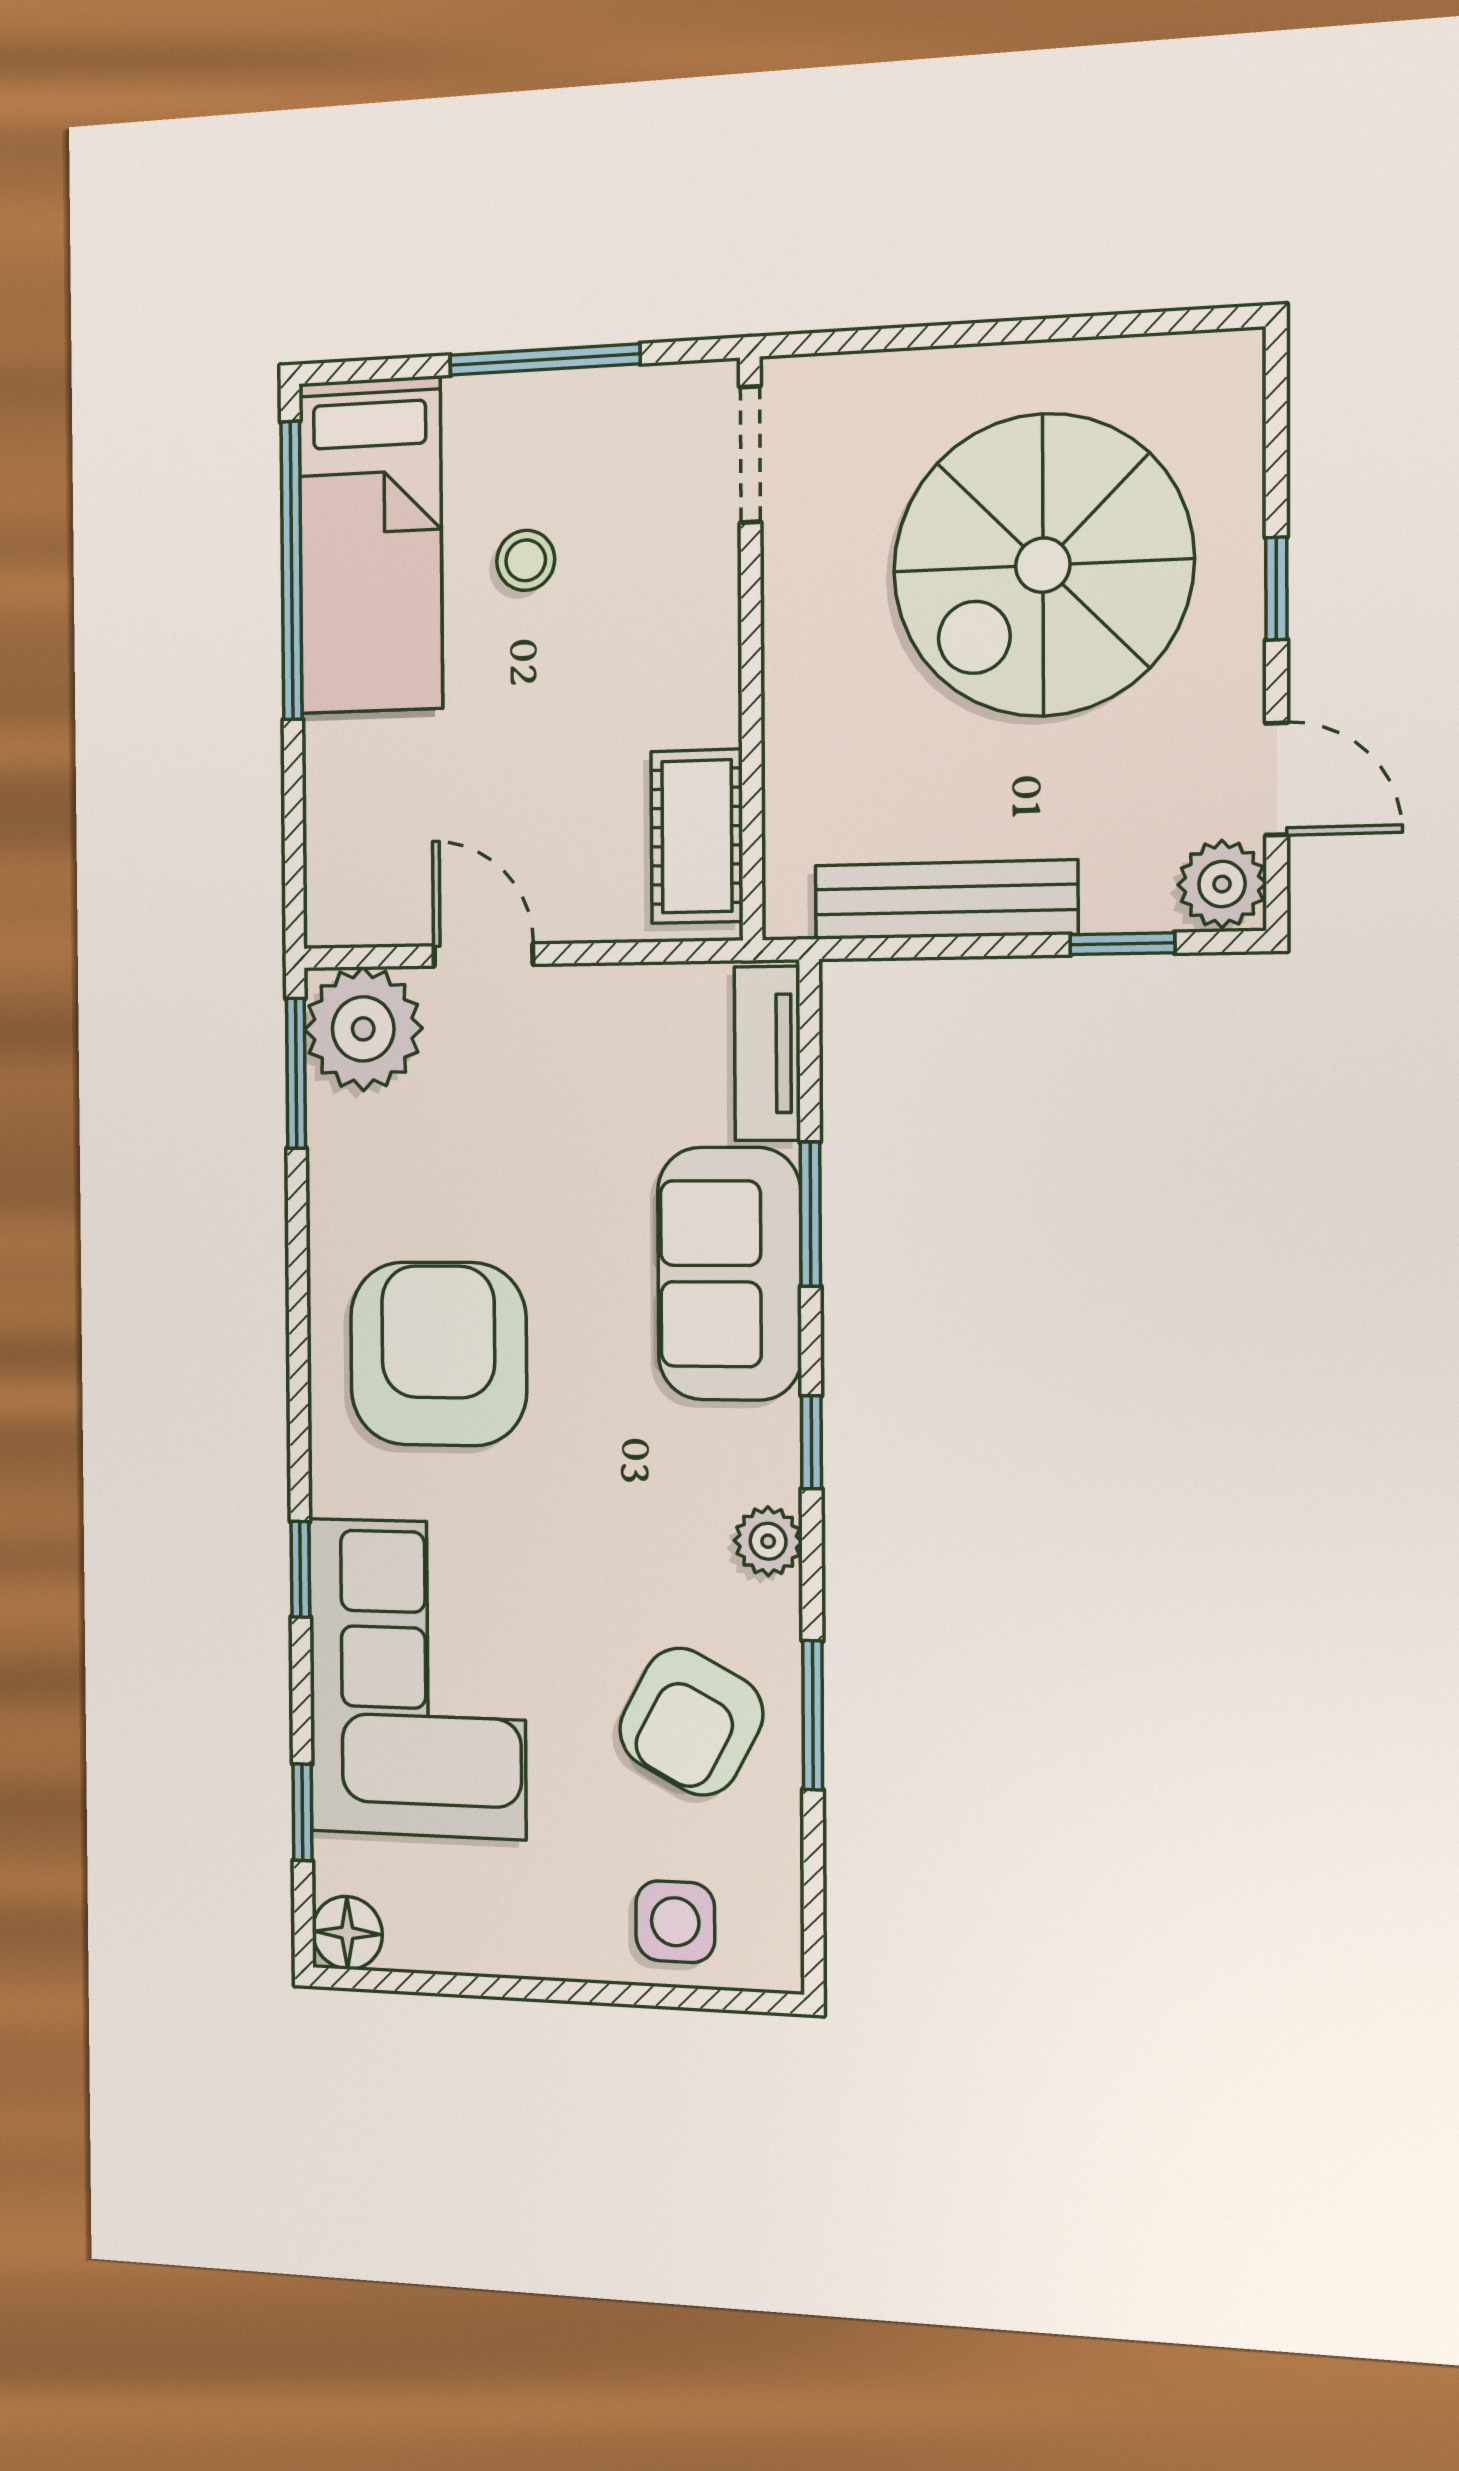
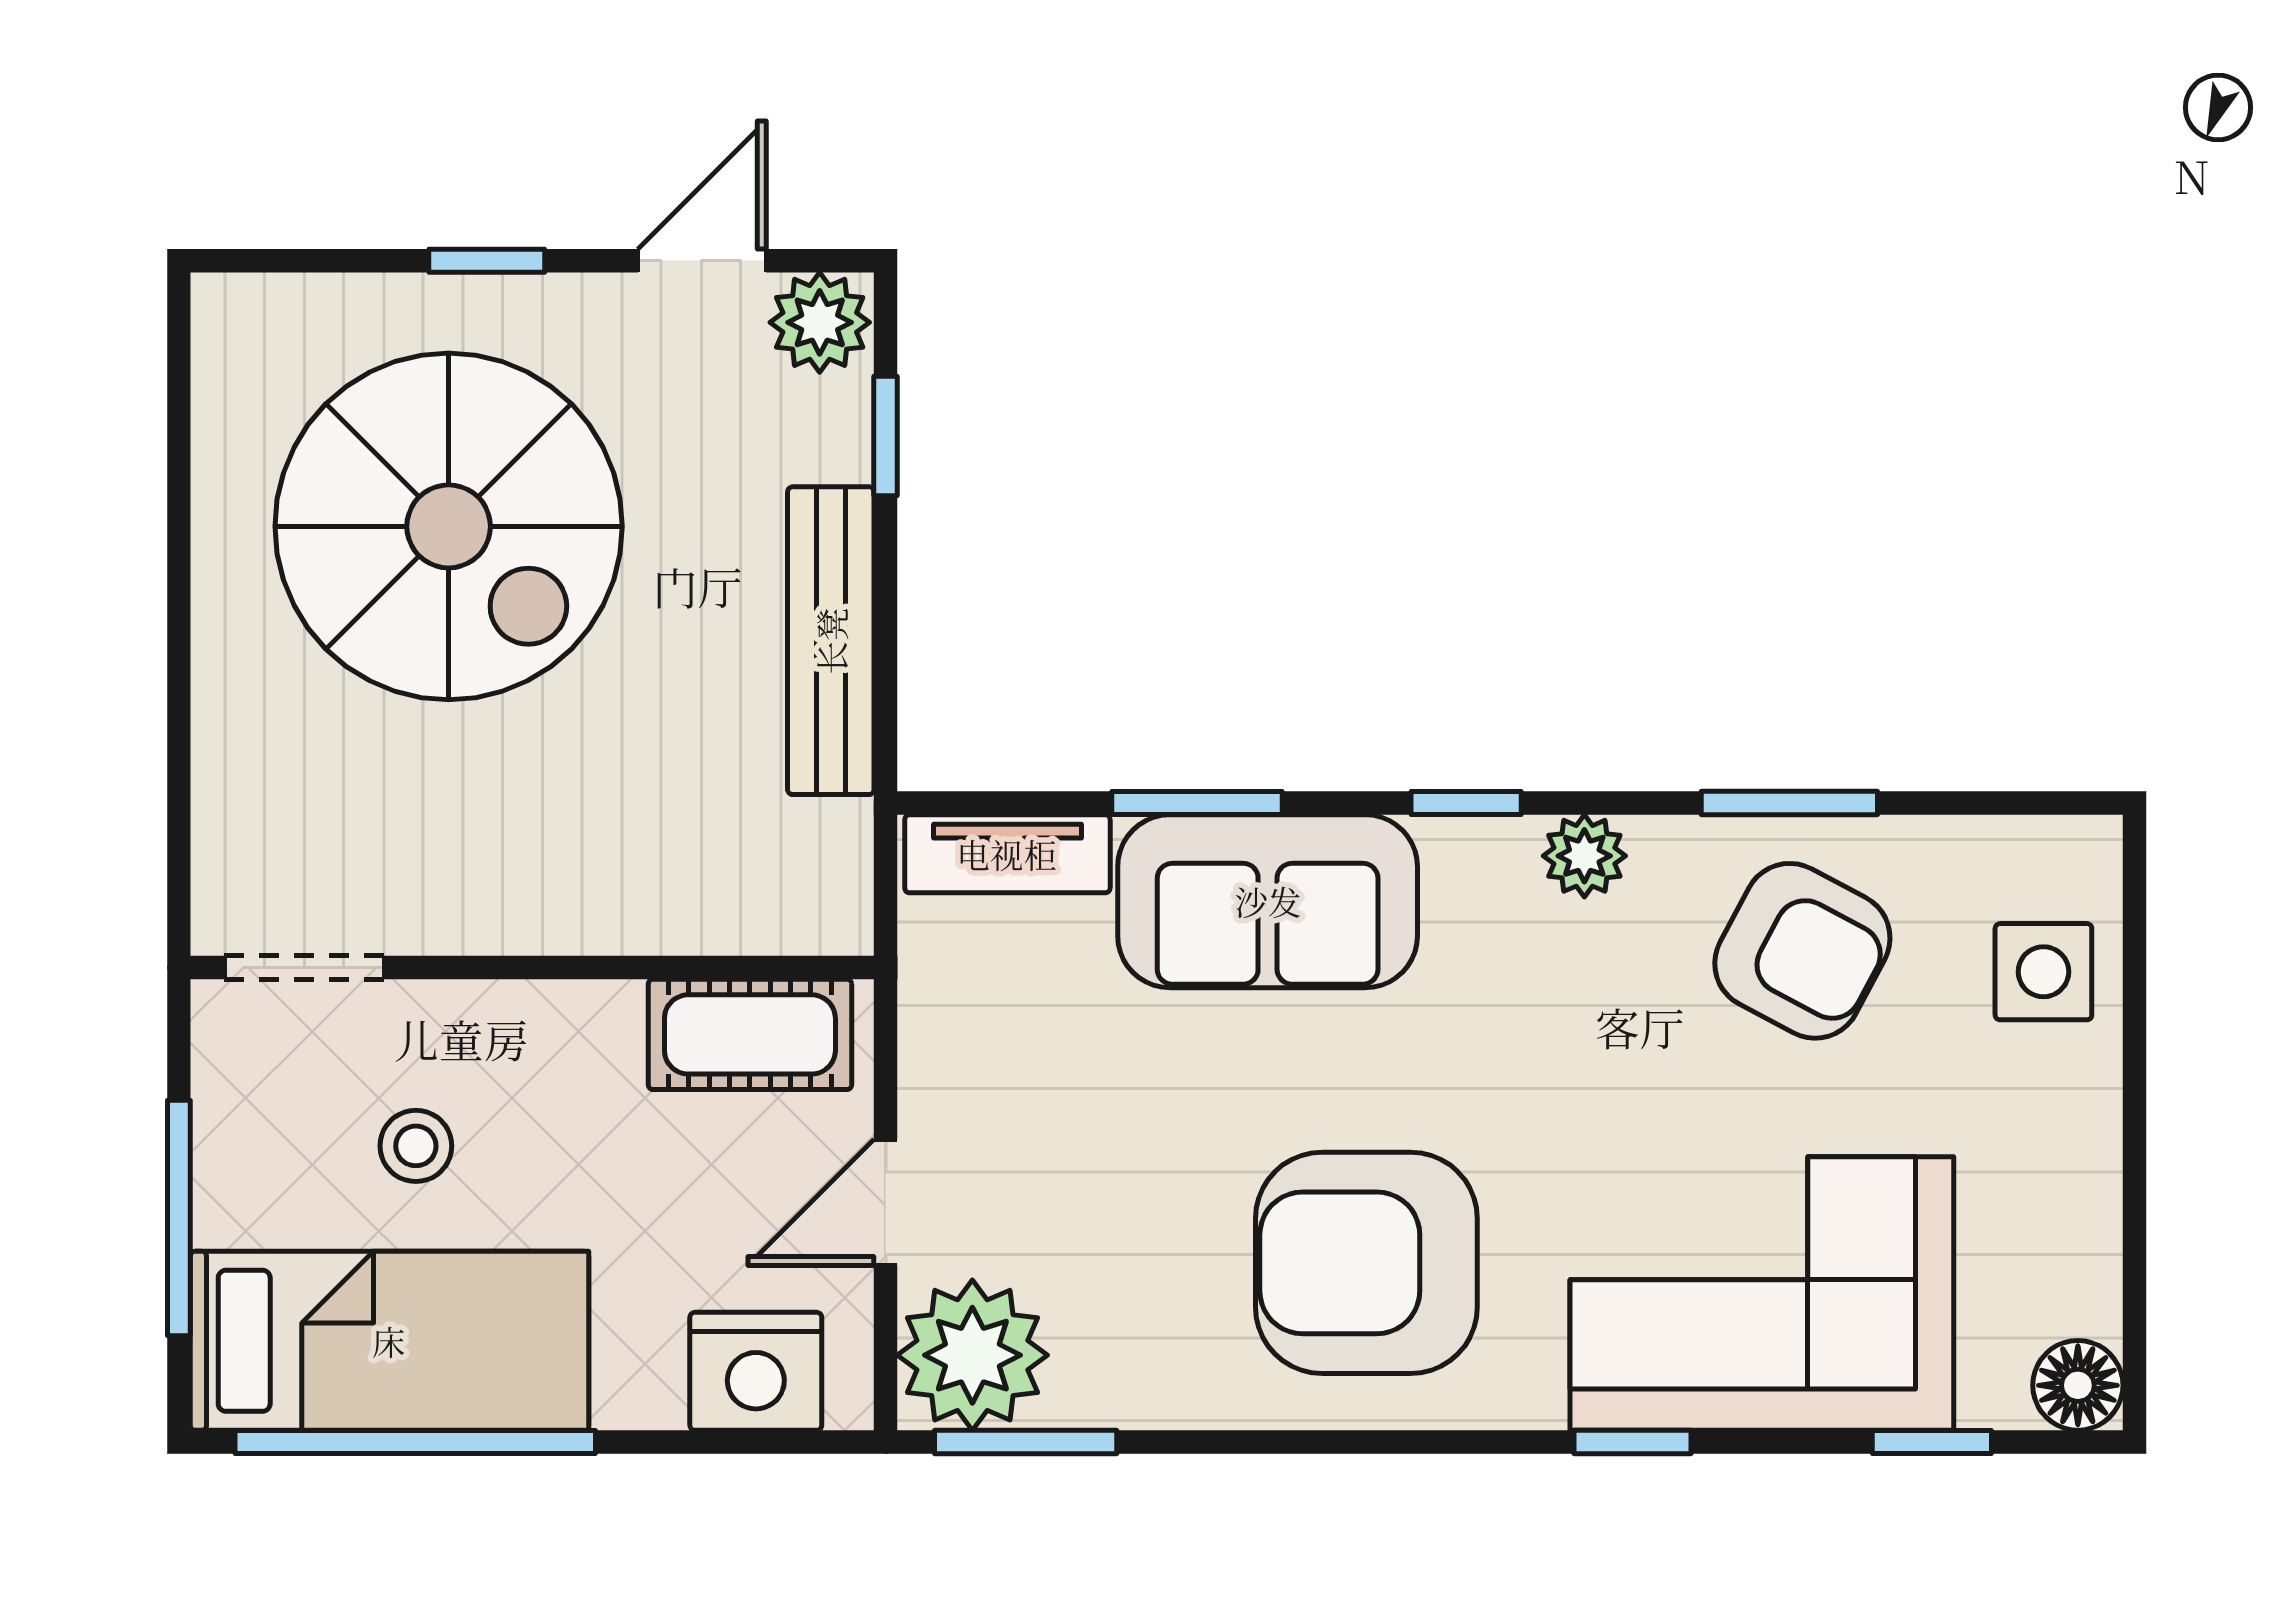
window: (545, 359) -> (179, 1218), moved
doorway: (750, 454) -> (304, 968), moved
wall: (751, 649) -> (532, 968), moved
cot: (697, 836) -> (750, 1034), moved
nightstand: (349, 850) -> (756, 1371), added

